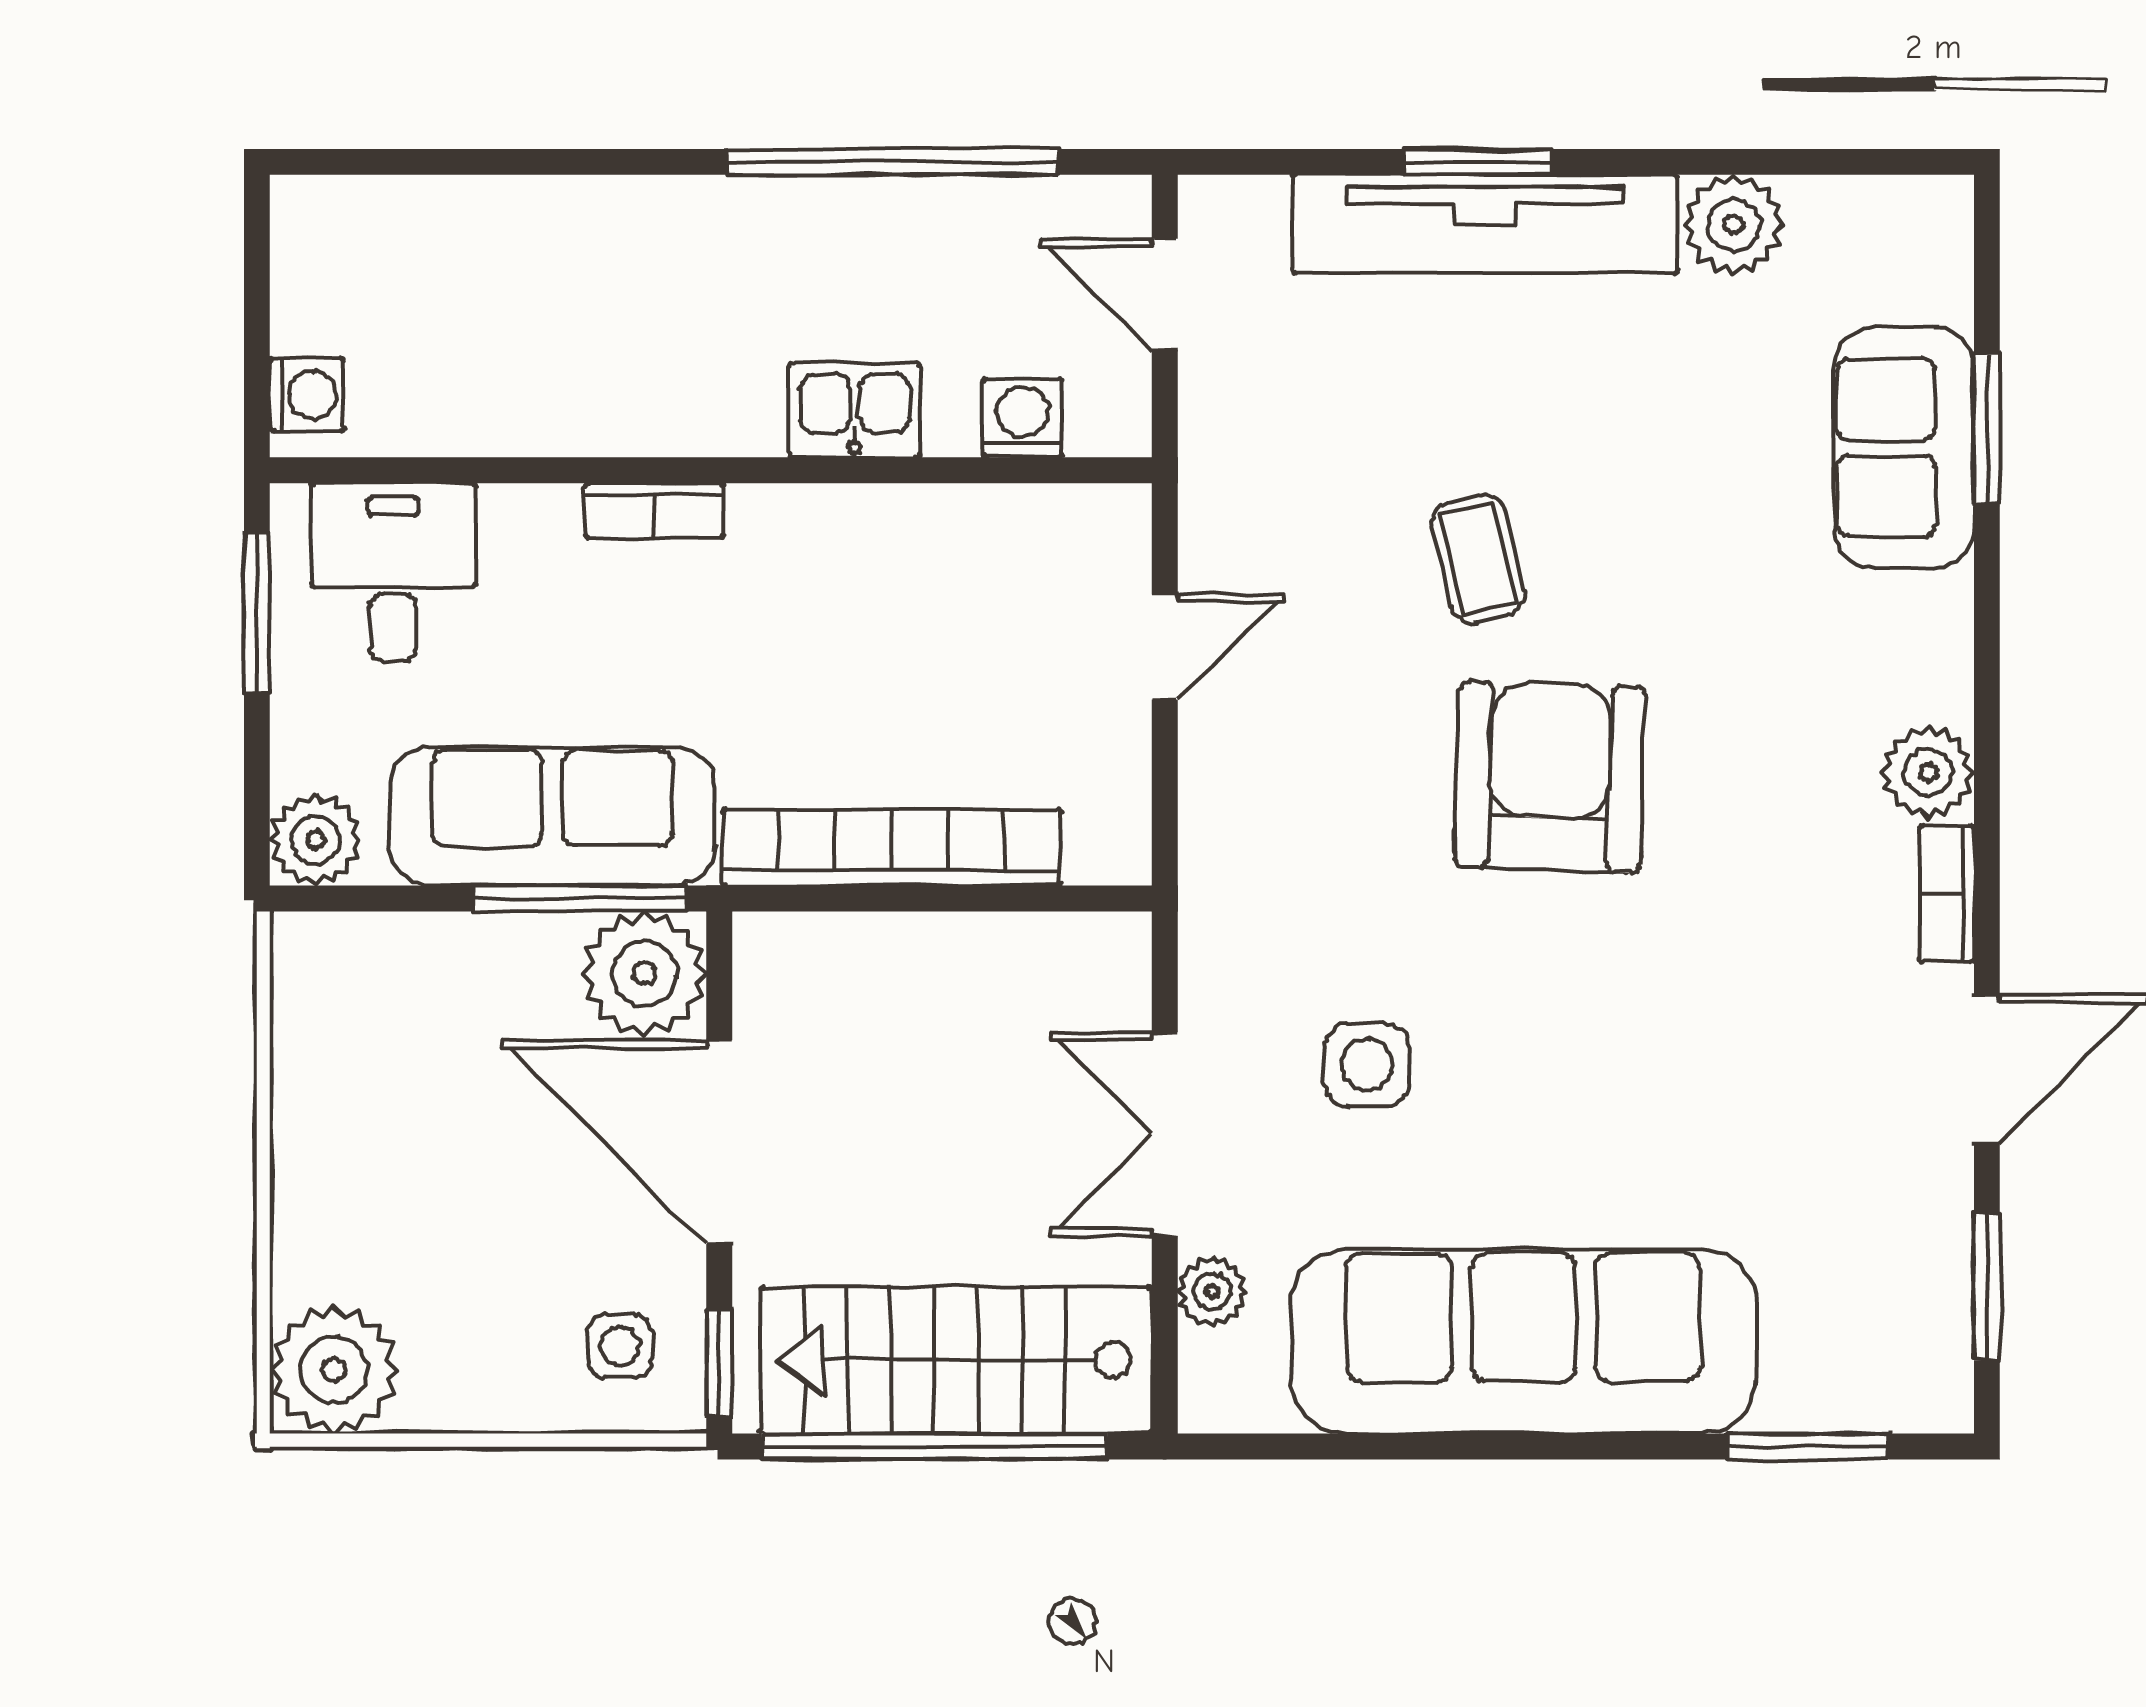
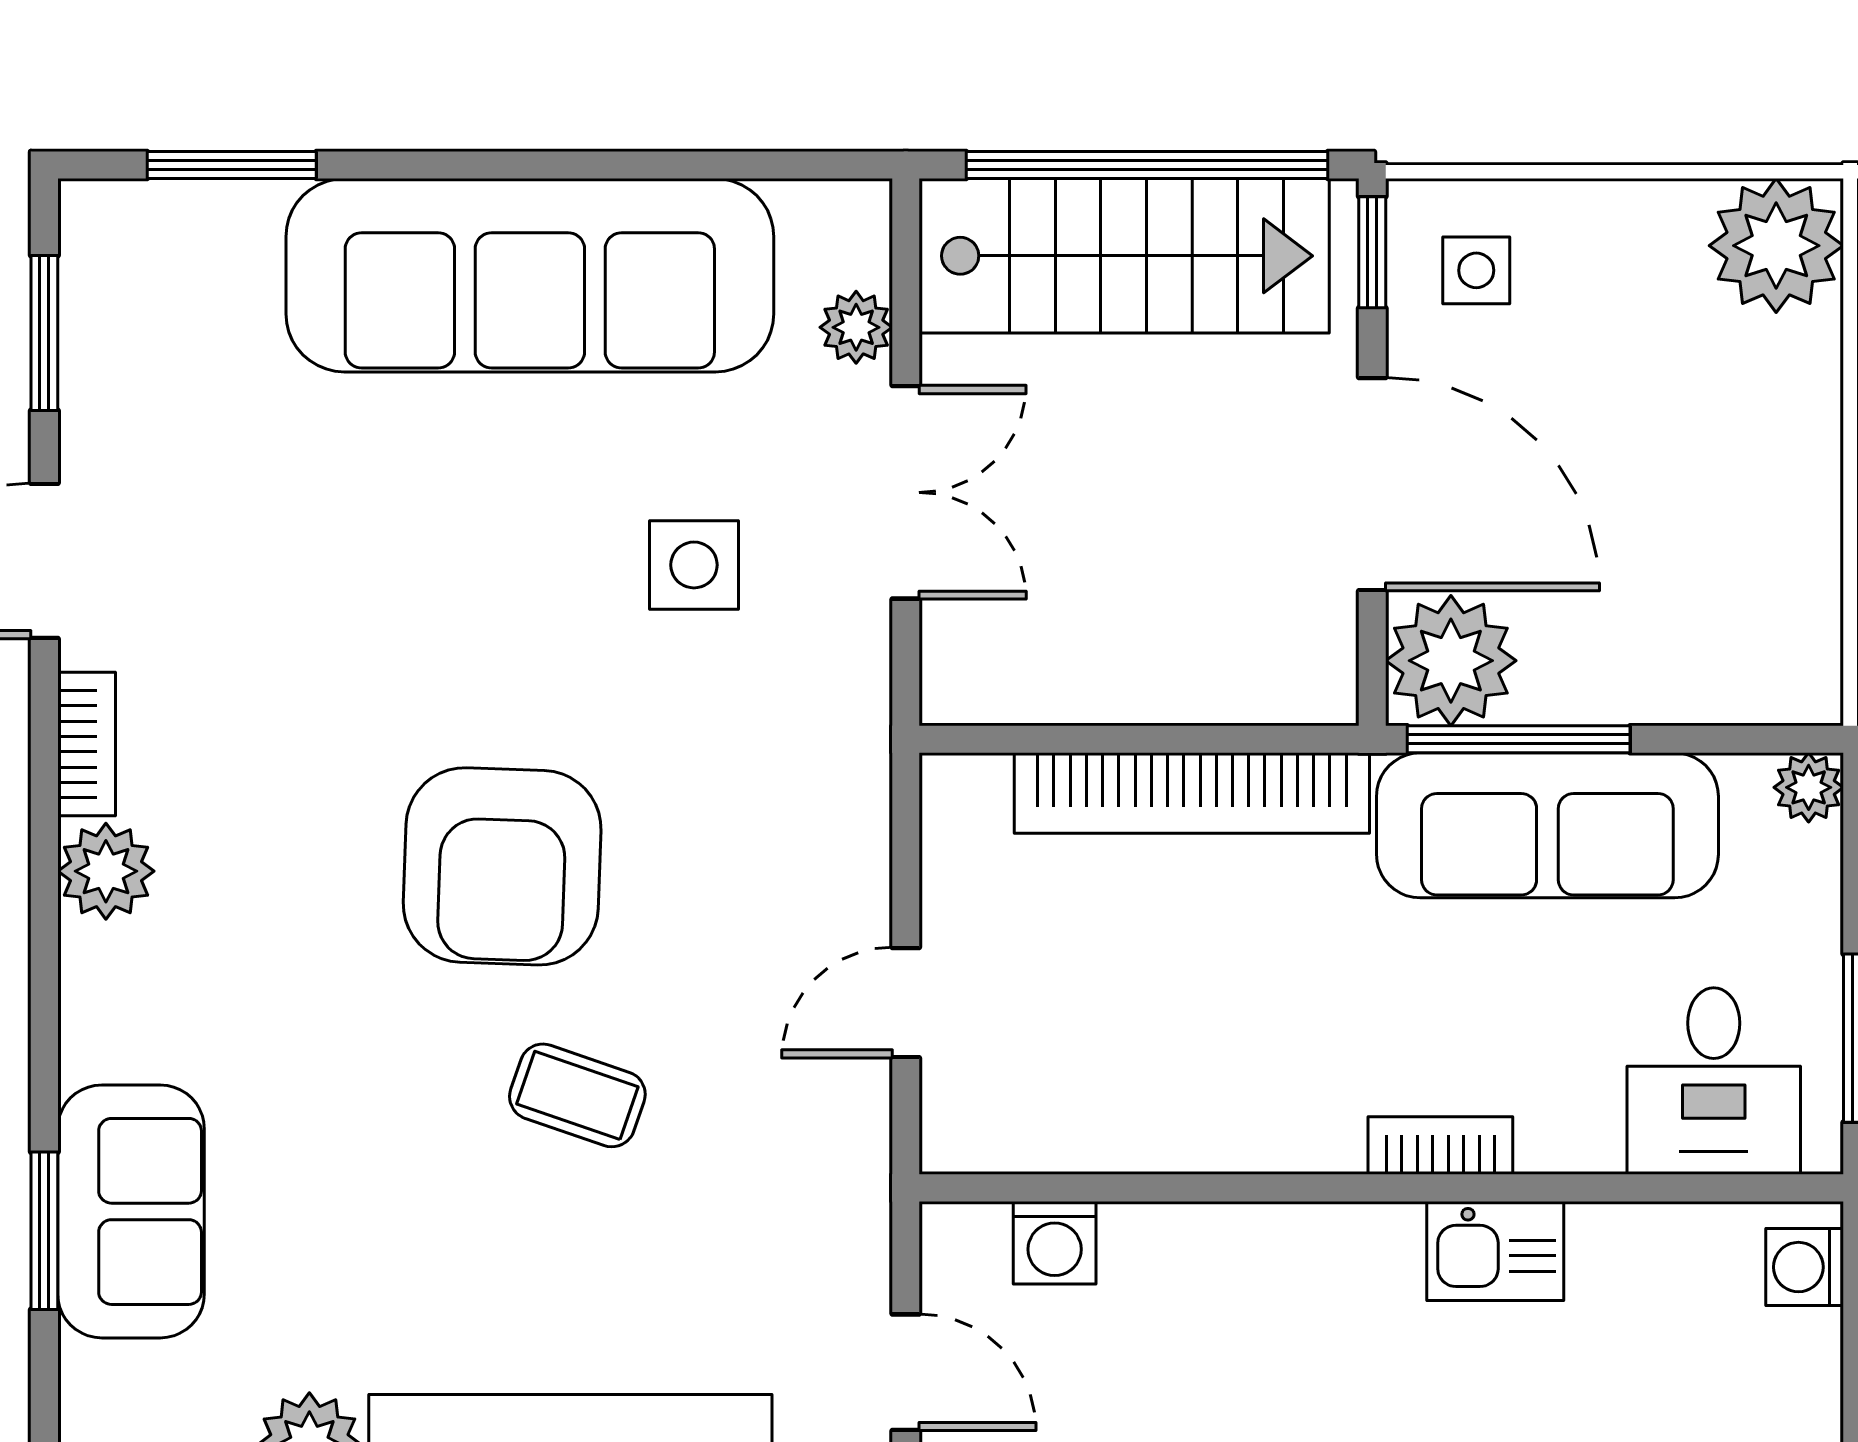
kitchen sink: (855, 410) -> (1495, 1251), moved
coffee table: (1478, 558) -> (577, 1095), turned -58
plant: (315, 840) -> (1809, 787), width x0.73, depth x0.73

